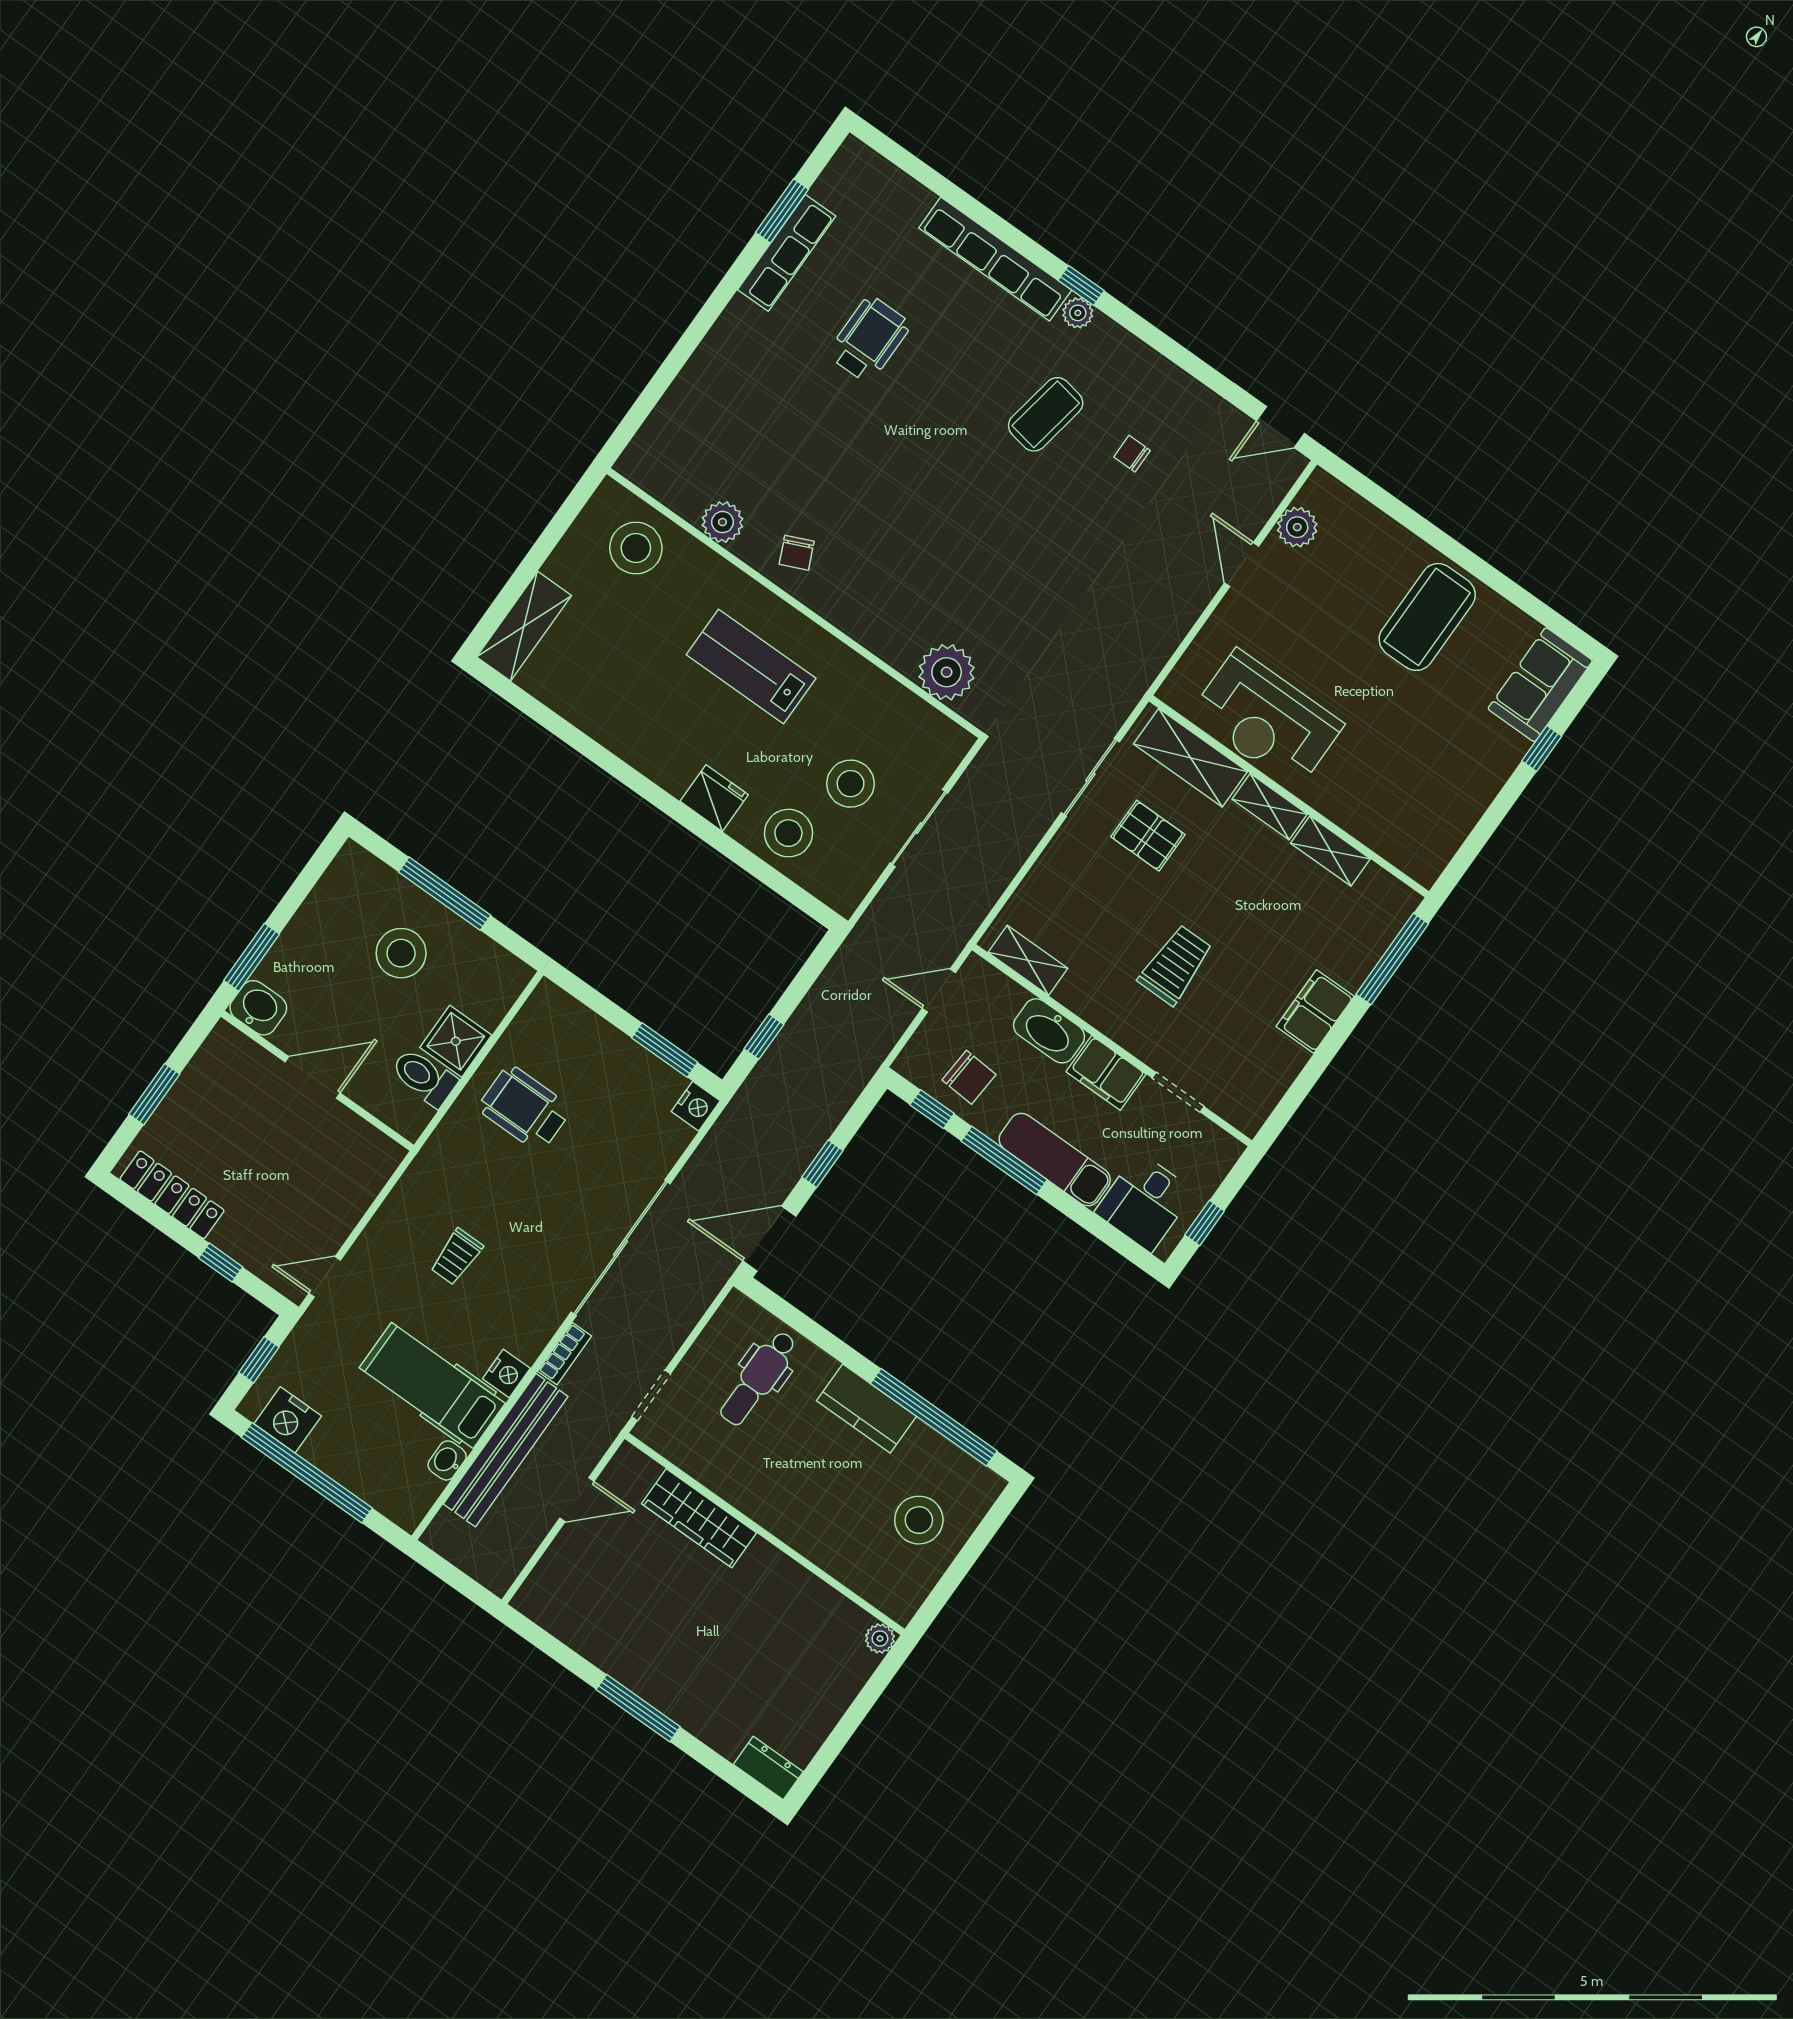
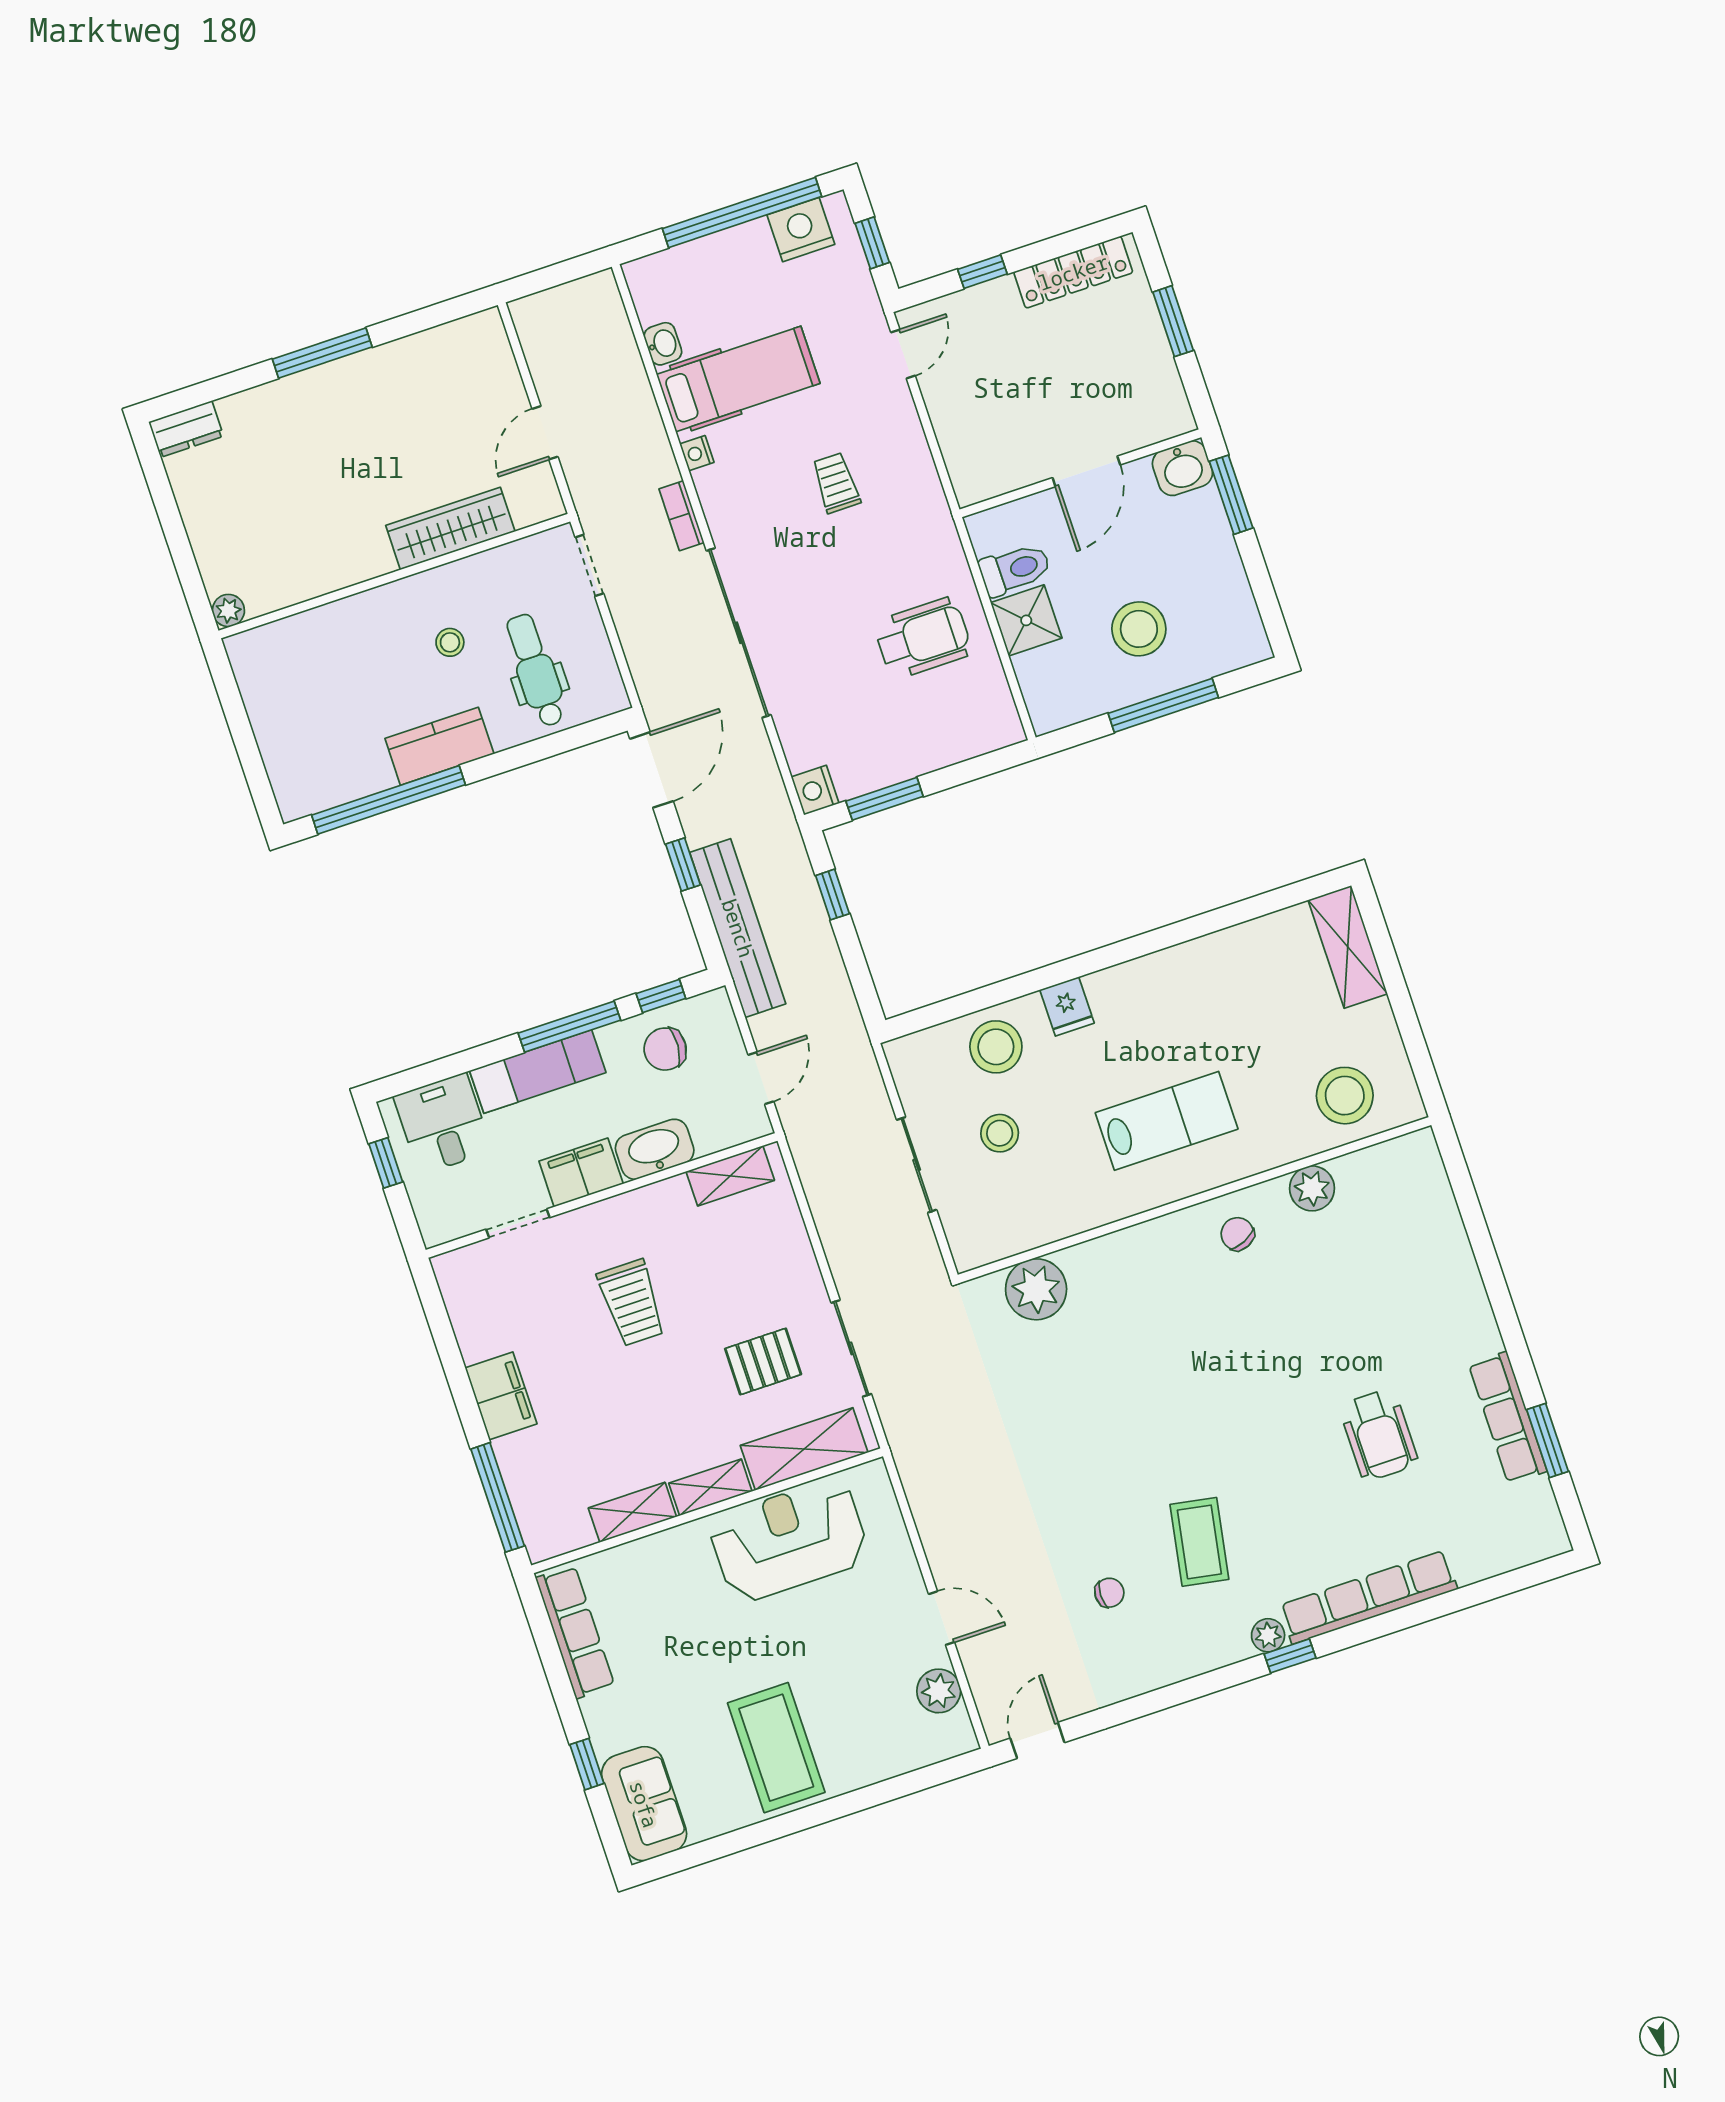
stool: (851, 784) -> (1000, 1133), width x0.73, depth x0.73
fridge: (714, 798) -> (1067, 1006), width x0.72
row of seats: (1450, 829) -> (575, 1632), added
nightstand: (506, 1374) -> (697, 453), width x0.72, depth x0.74
bench: (506, 1450) -> (738, 928), moved
stool: (919, 1520) -> (450, 642), moved, width x0.53, depth x0.53

